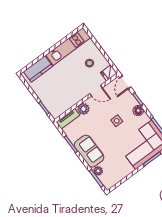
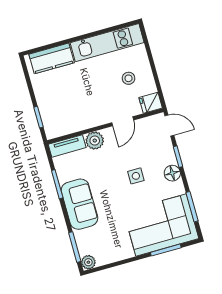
door: (125, 82) -> (169, 126), swing flipped
door: (96, 91) -> (123, 121), hinge flipped
plant: (98, 171) -> (88, 262), moved

